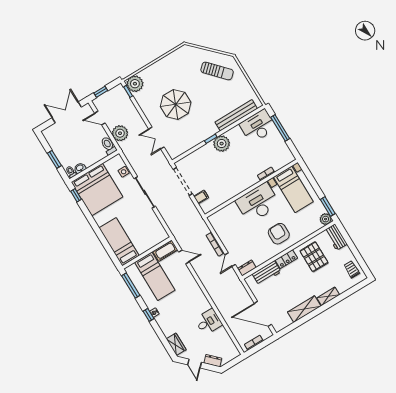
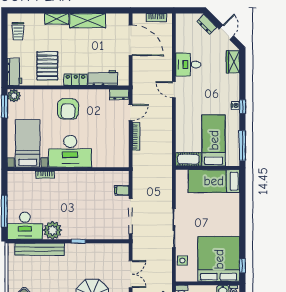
plant: (222, 144) -> (53, 230), moved
bed: (119, 242) -> (214, 181), moved, turned 90
door: (184, 257) -> (174, 90), moved

